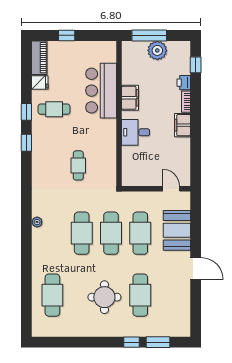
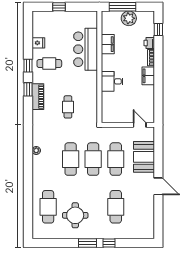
piano: (39, 58) -> (38, 97), moved
filing cabinet: (130, 98) -> (108, 44), moved
round table: (104, 297) -> (75, 215), moved
window: (158, 342) -> (88, 243), moved

